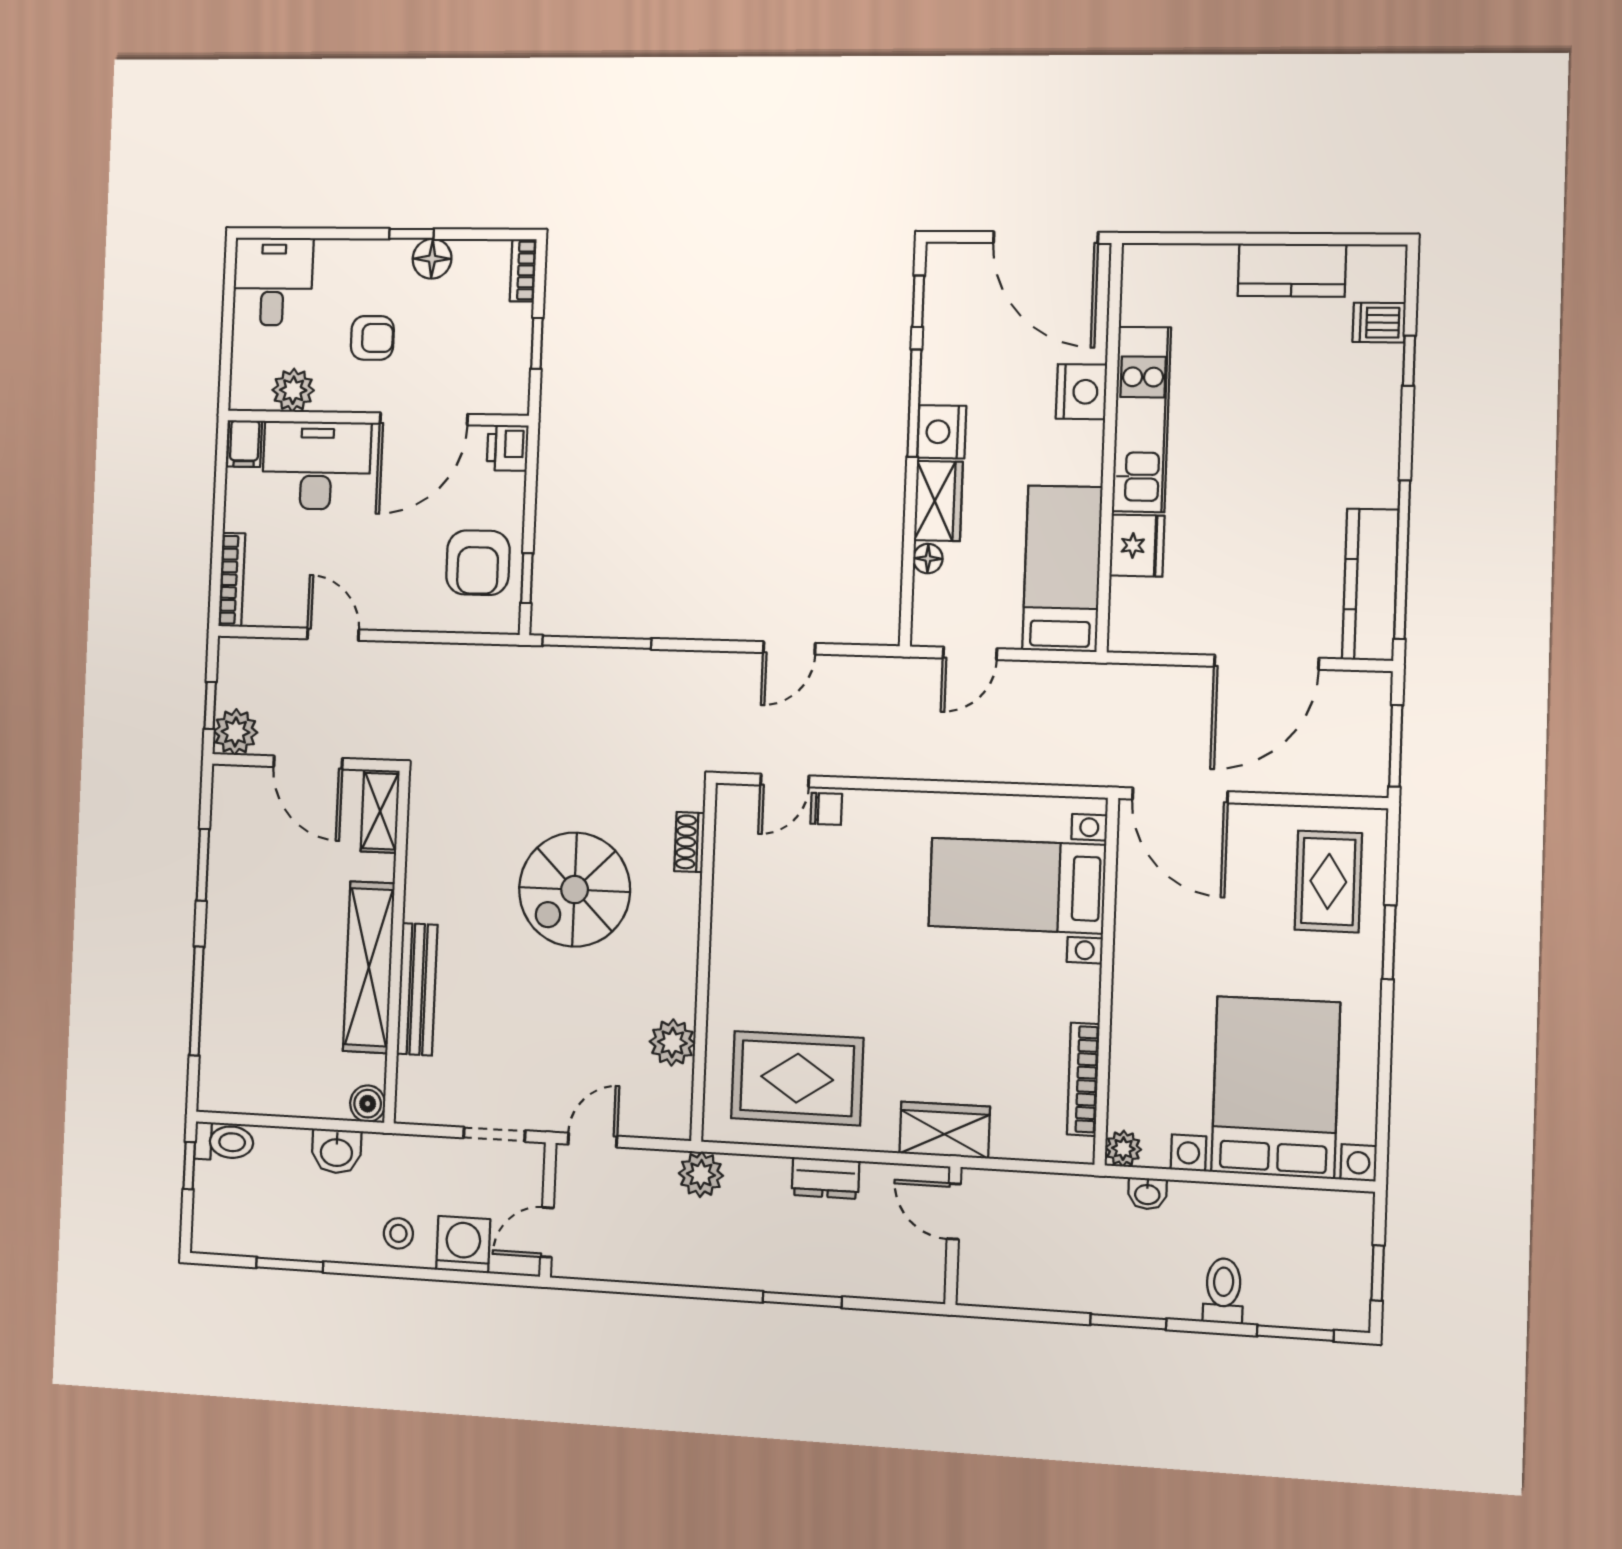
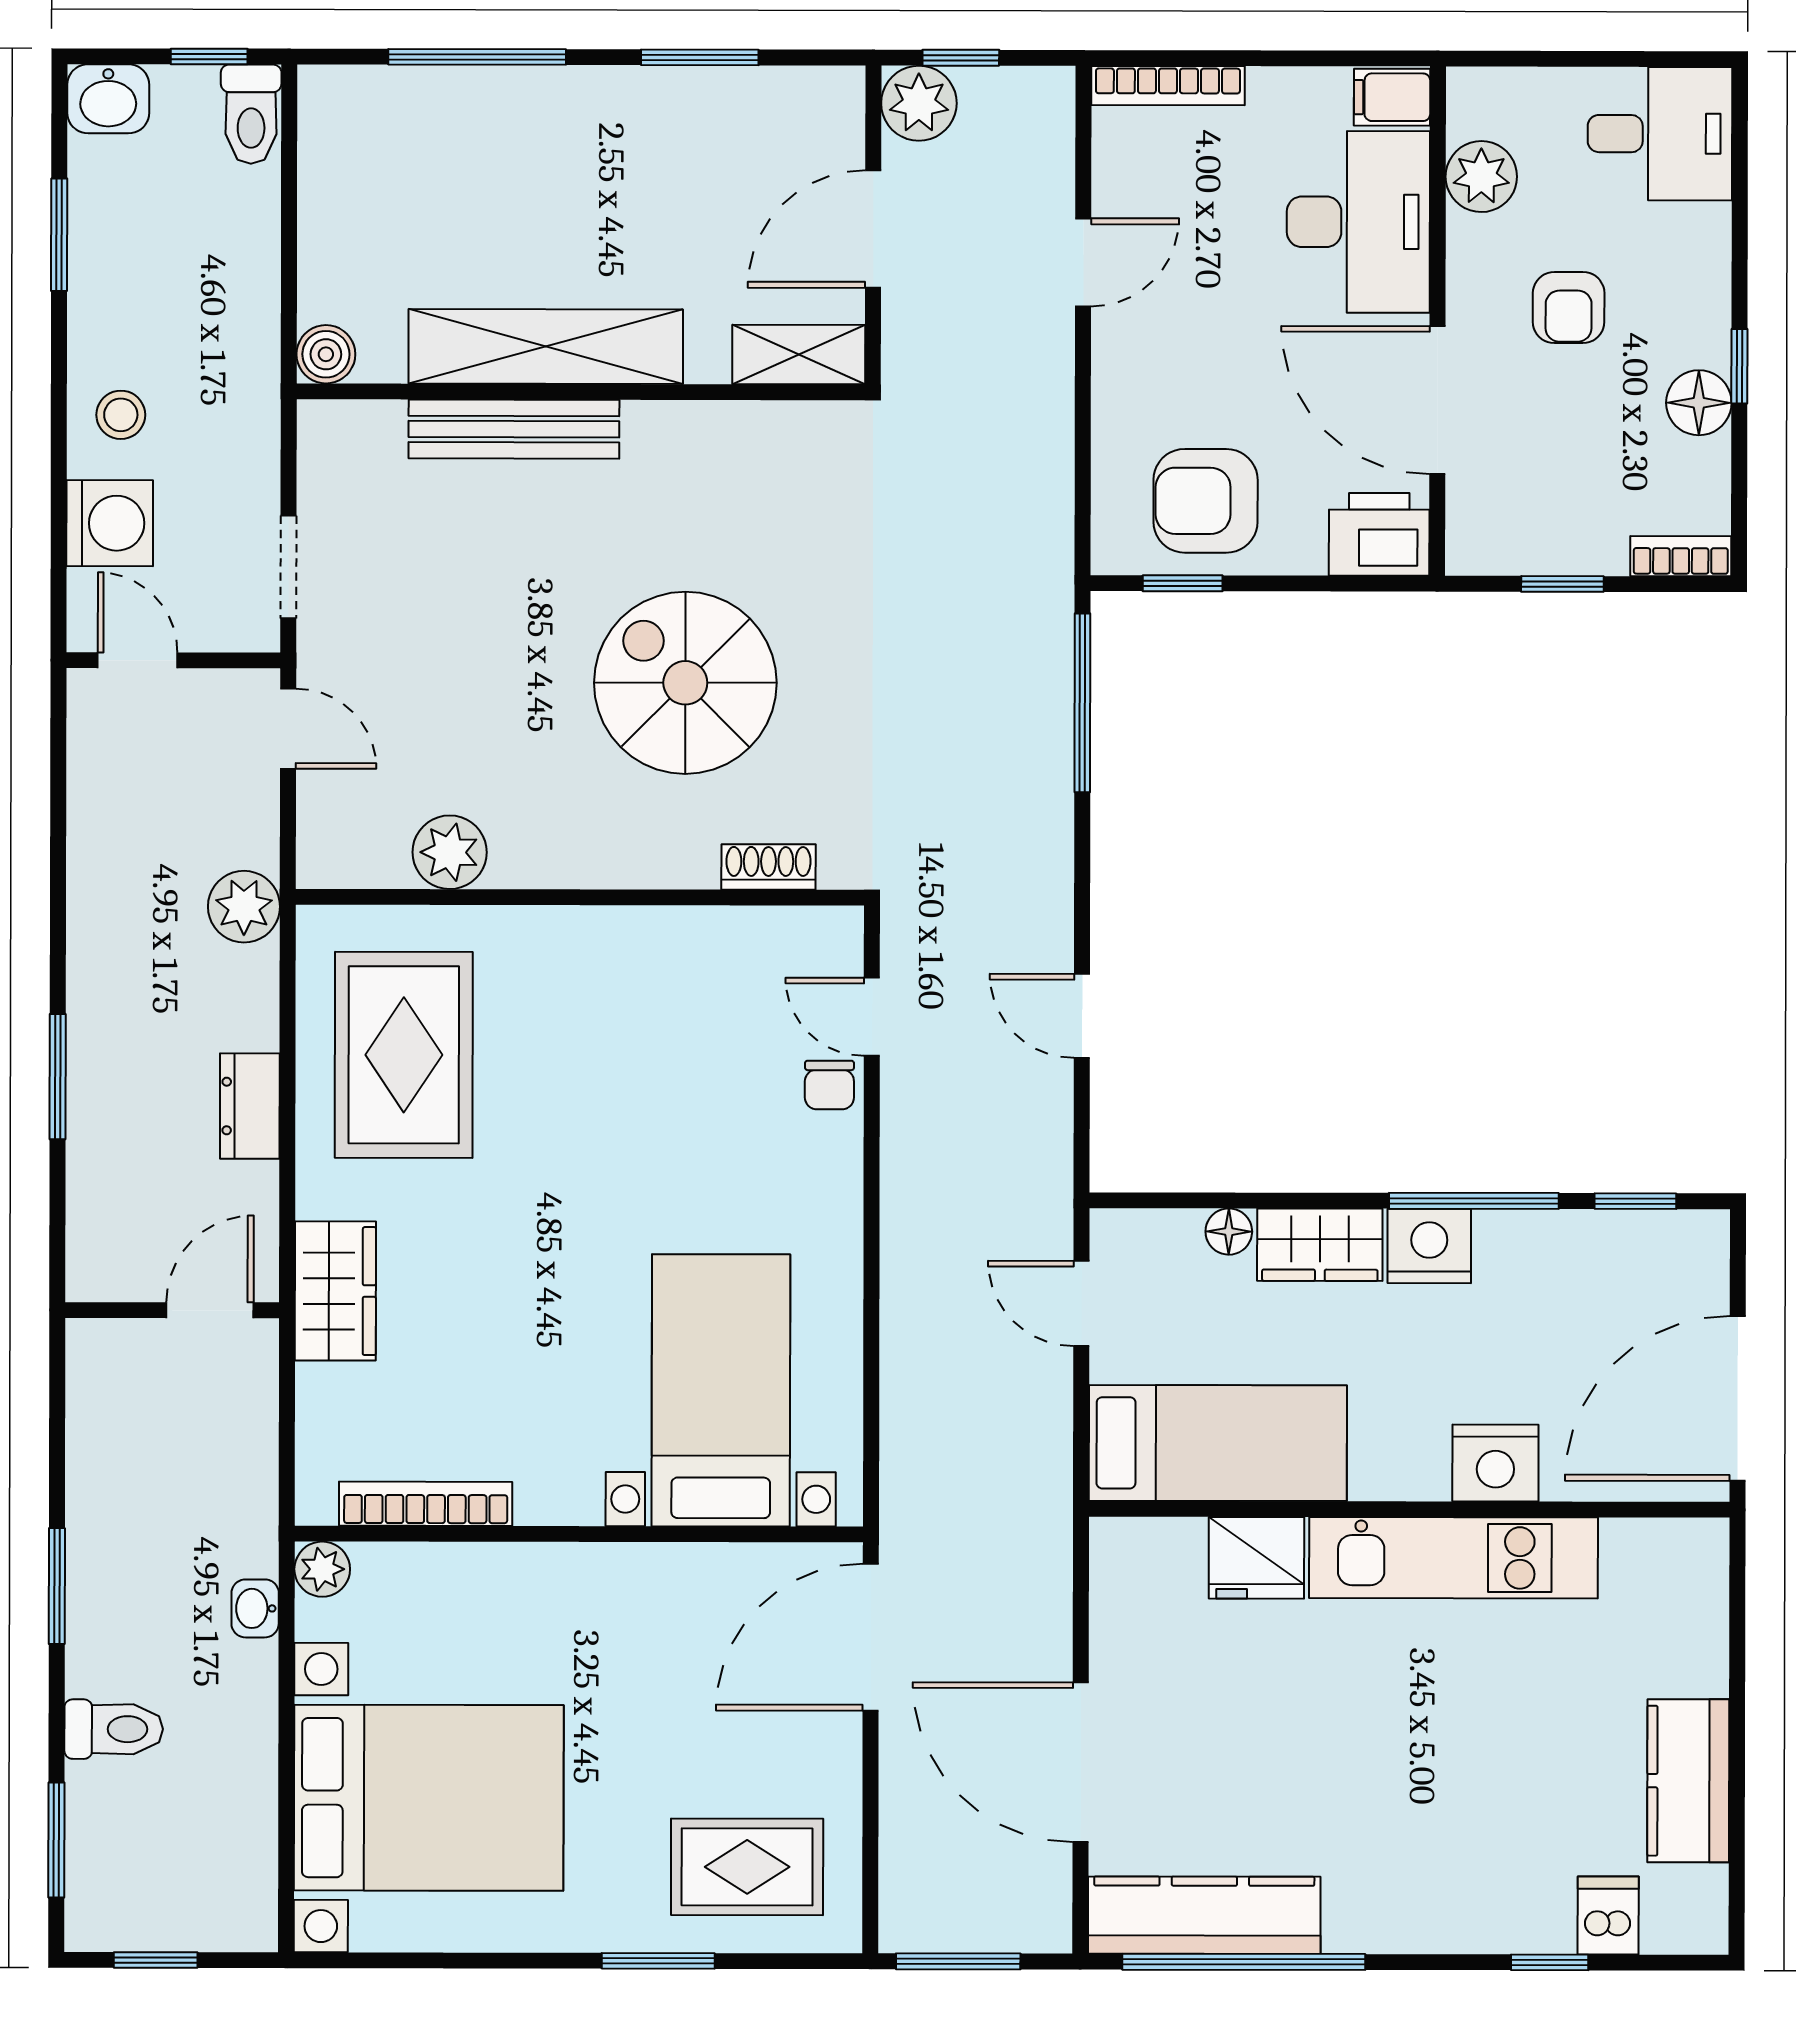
printer: (508, 448) -> (1379, 534), width x1.36, depth x1.24
washbasin: (336, 1151) -> (108, 99), moved, turned -90

